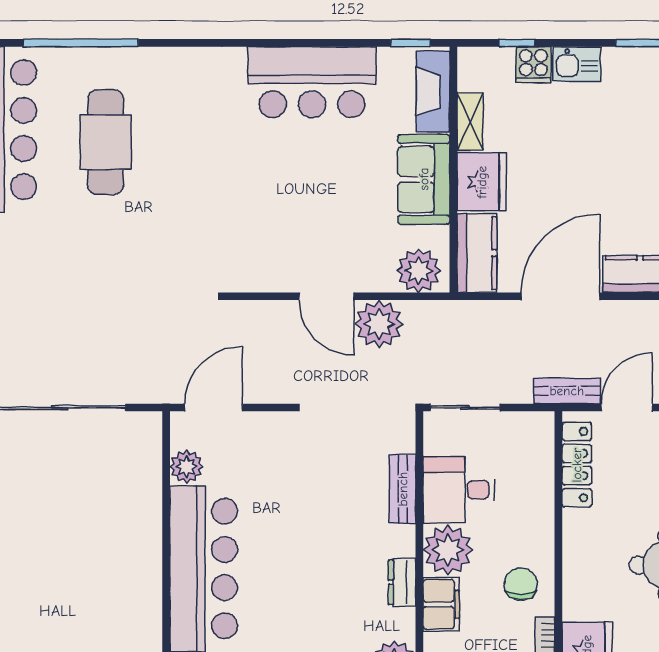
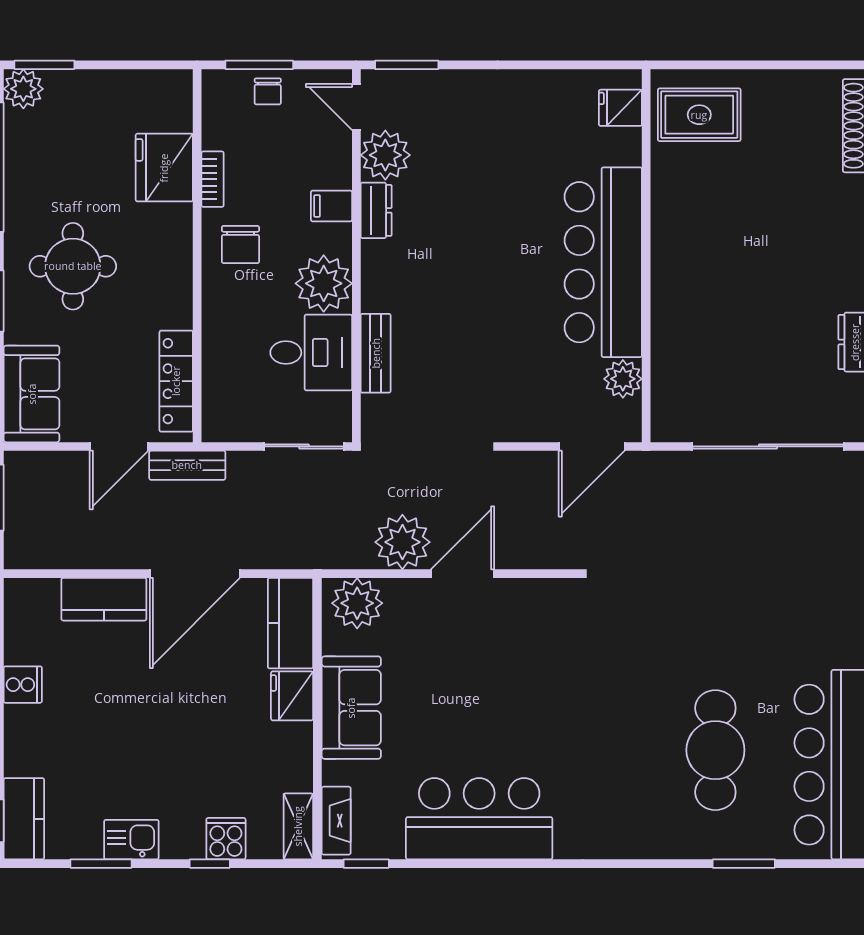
window: (81, 43) -> (744, 864), width x0.47
window: (517, 43) -> (210, 864), moved
kitchen sink: (577, 64) -> (131, 840), moved
fireplace: (433, 91) -> (336, 821), width x0.73, depth x0.76
shelving: (470, 121) -> (298, 826), moved
fridge: (482, 182) -> (292, 696), width x0.73, depth x0.75
door: (326, 296) -> (463, 574), hinge flipped
dresser: (402, 582) -> (376, 210), moved
filing cabinet: (441, 604) -> (331, 206), width x0.50

